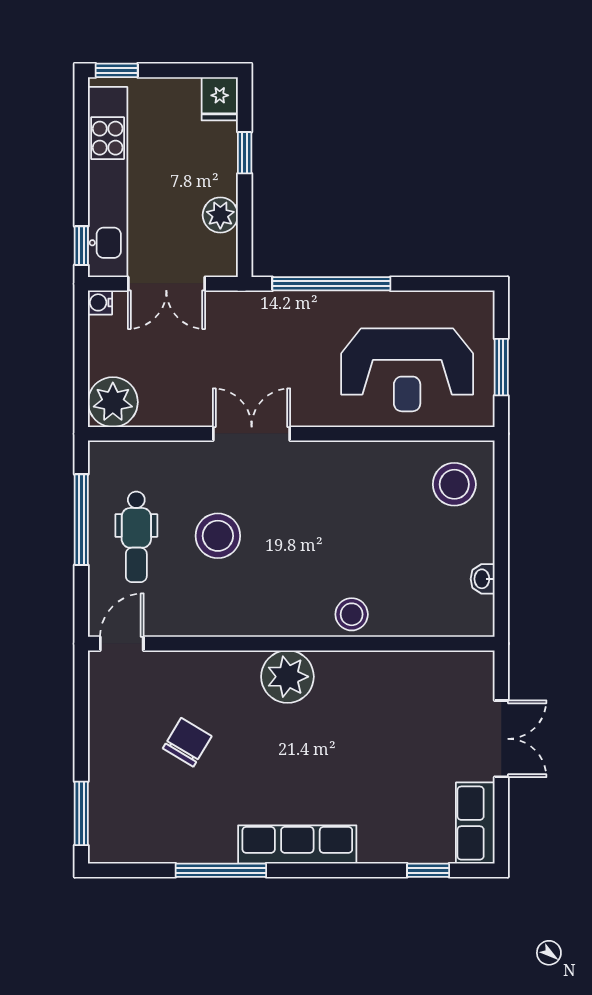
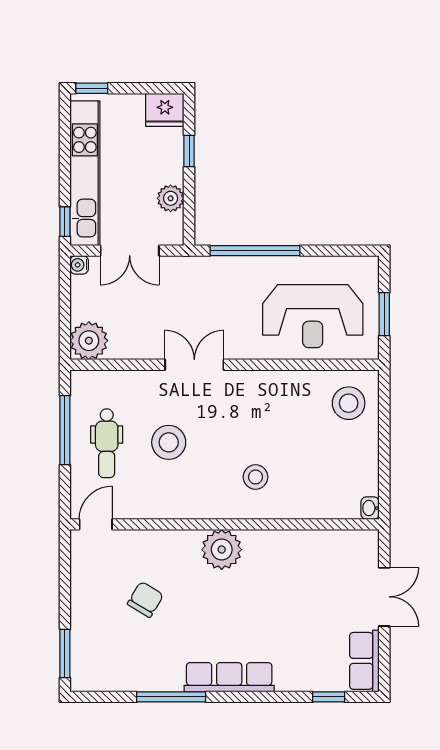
fridge: (220, 99) -> (165, 110), width x1.38
washbasin: (483, 579) -> (370, 508), moved
stool: (352, 614) -> (256, 477), moved

